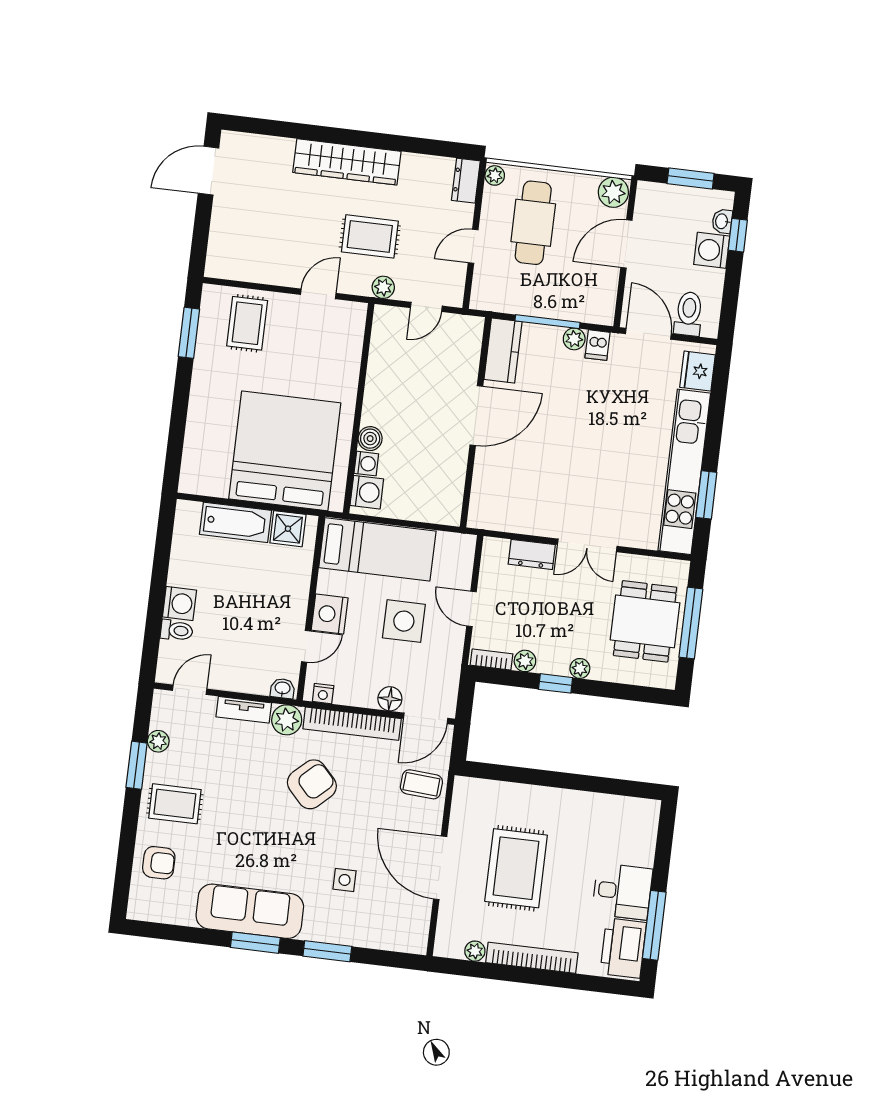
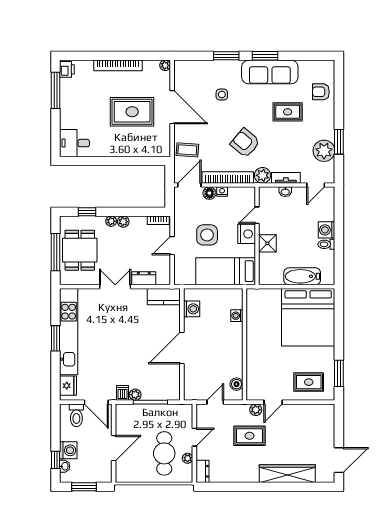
wardrobe: (347, 162) -> (287, 474), moved
plant: (495, 175) -> (188, 458), moved
plant: (613, 192) -> (124, 475), removed
plant: (383, 287) -> (256, 410), moved
rug: (247, 323) -> (309, 382), turned 90
kitchen counter: (503, 351) -> (164, 297), moved, turned -90
boiler: (370, 439) -> (237, 384), moved
bed: (285, 451) -> (308, 317), moved
washing machine: (367, 492) -> (192, 309), moved, turned 180
window: (706, 495) -> (55, 338), moved
shower: (288, 529) -> (267, 243), moved
door: (471, 609) -> (172, 246), swing flipped
toilet: (177, 630) -> (326, 244), moved
plant: (525, 661) -> (123, 222), moved
window: (556, 683) -> (87, 212), moved
washbasin: (283, 688) -> (285, 192), moved
nightstand: (323, 694) -> (222, 192), moved
plant: (158, 741) -> (324, 151), width x1.87, depth x1.87
armchair: (312, 784) -> (245, 143), turned 83
rug: (175, 804) -> (288, 112), moved
rug: (516, 868) -> (132, 112), turned 90
desk: (622, 891) -> (75, 143), moved
printer: (623, 948) -> (67, 69), width x0.53, depth x0.68
plant: (475, 951) -> (165, 65), moved

